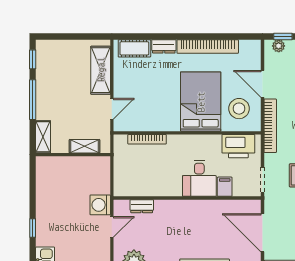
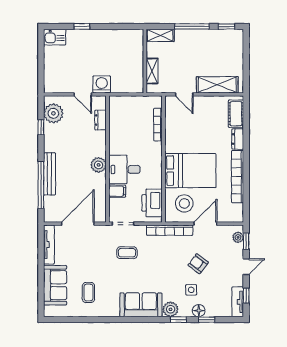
plant: (194, 209) -> (99, 165), added

